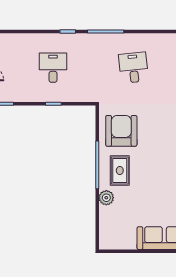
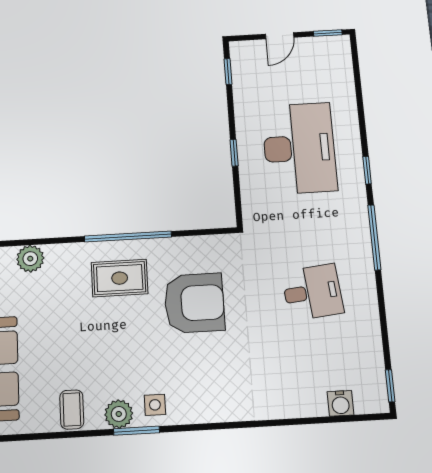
desk: (53, 68) -> (299, 148), width x1.87, depth x1.30
armchair: (121, 131) -> (194, 303), moved
plant: (106, 198) -> (30, 259), moved

